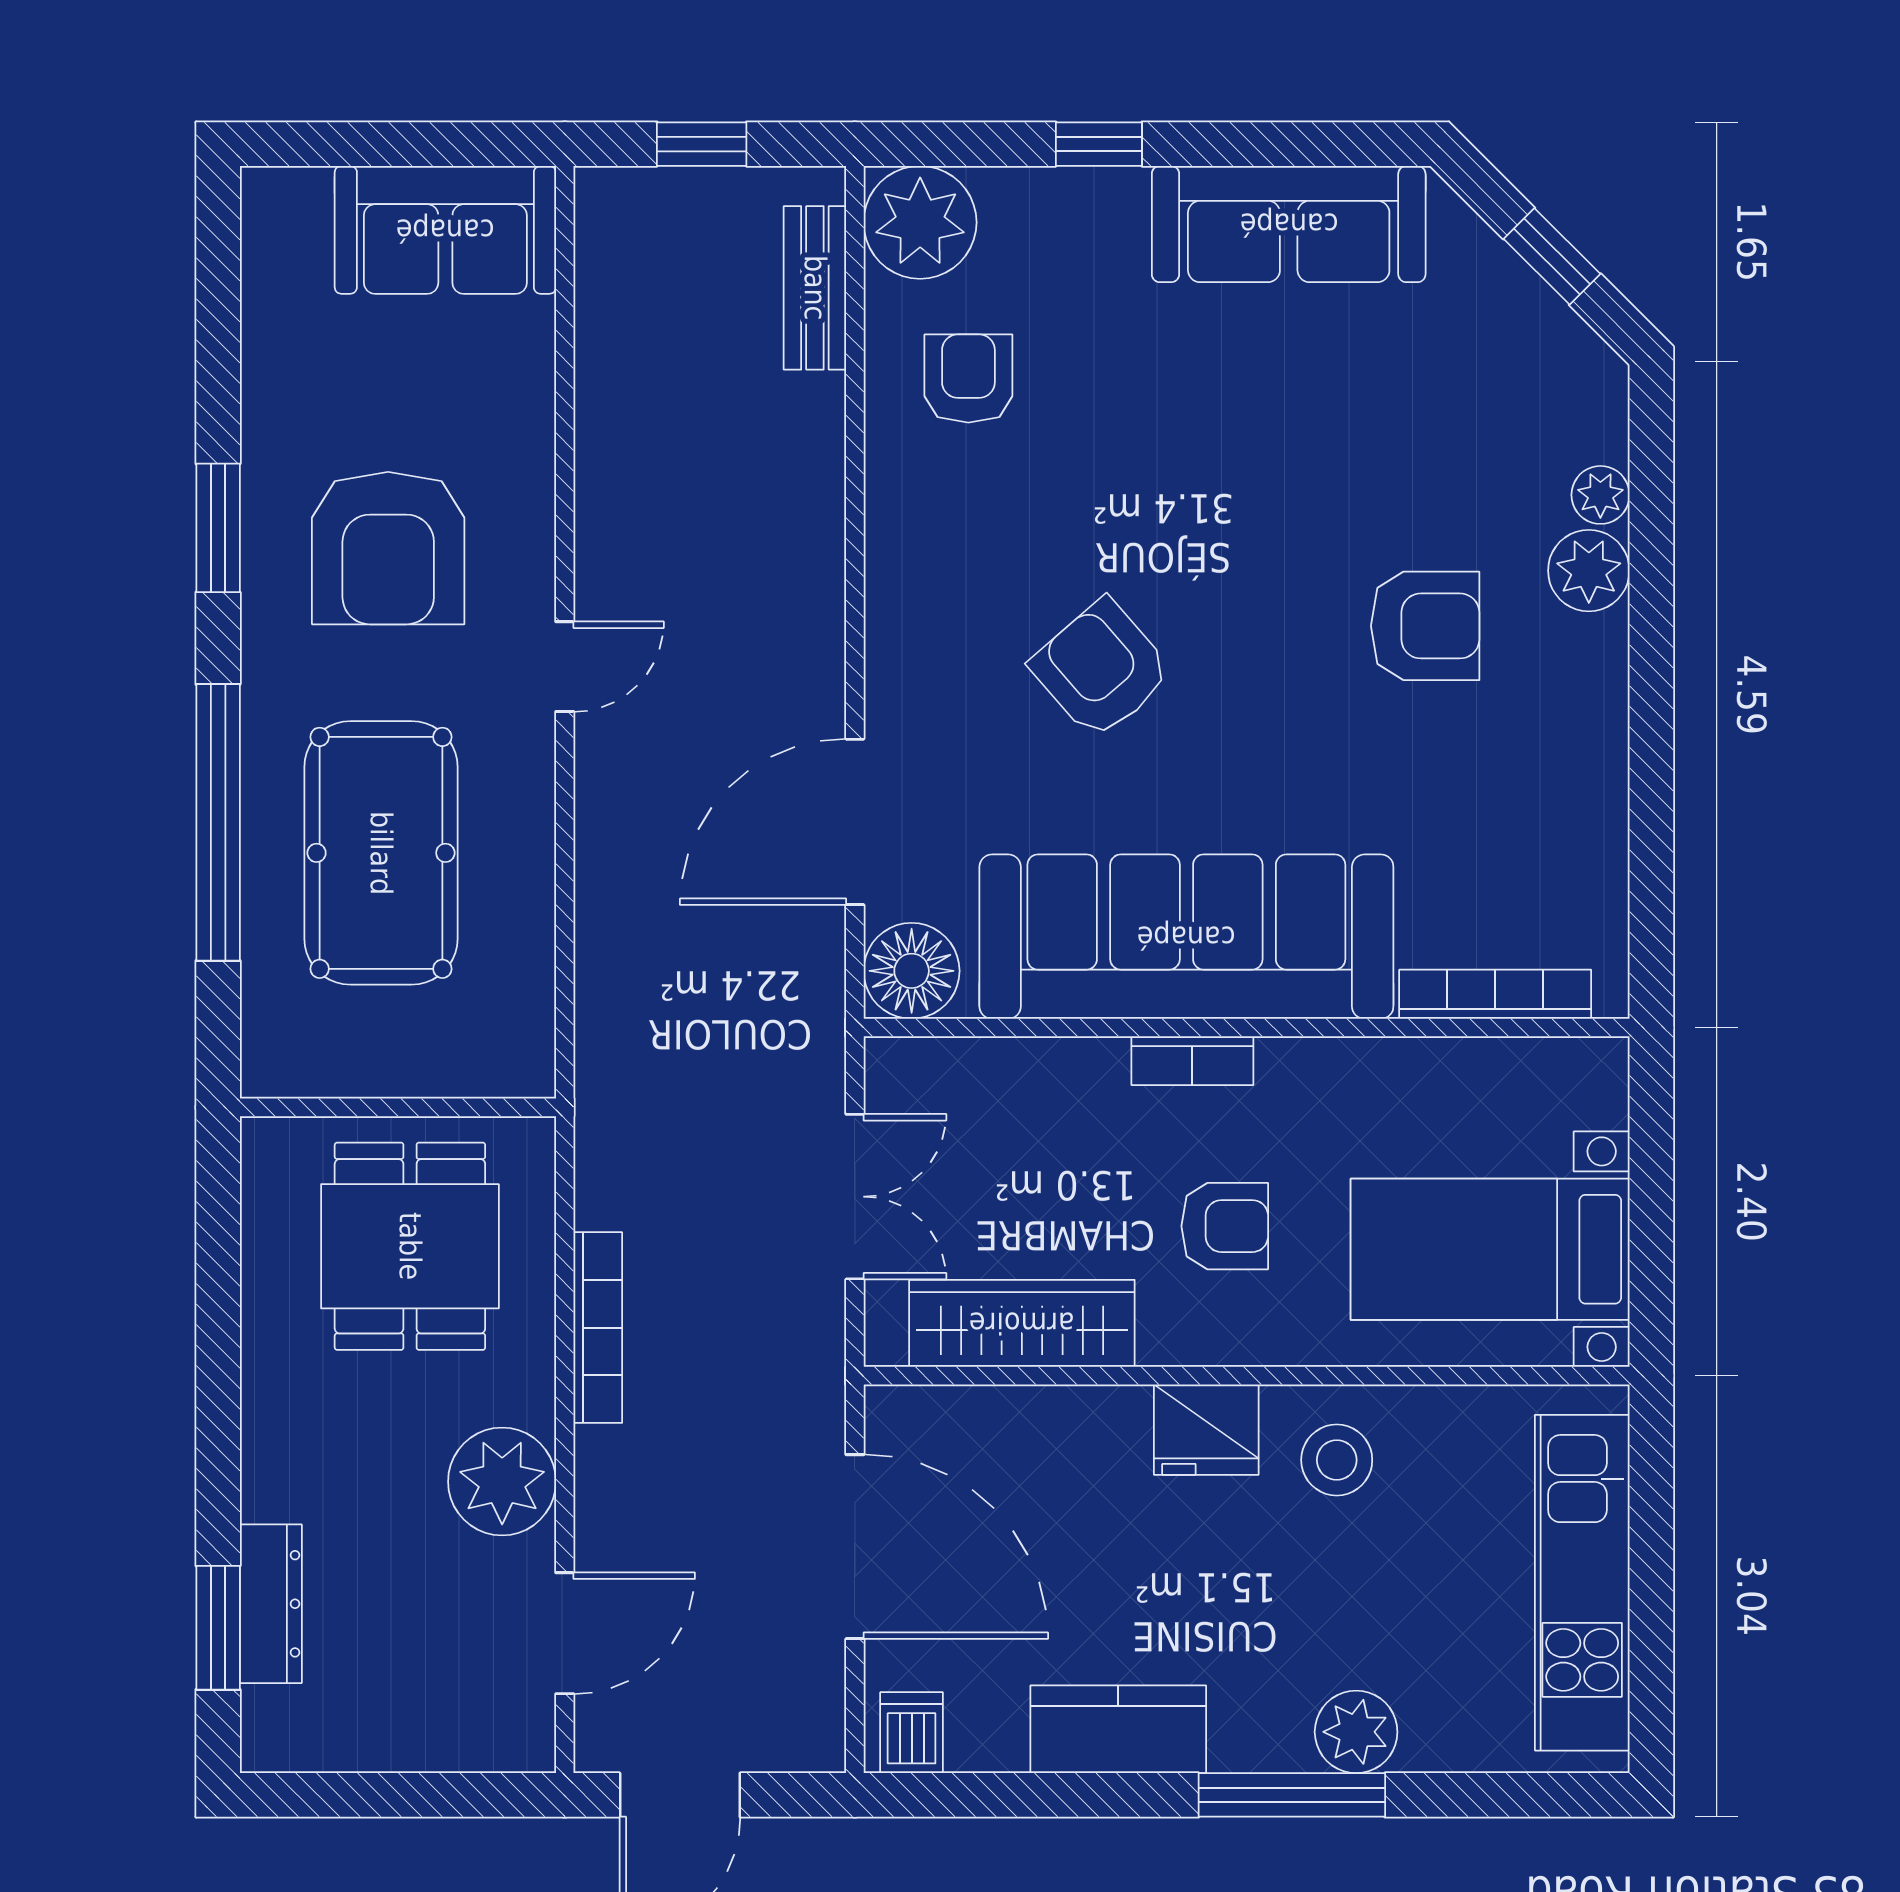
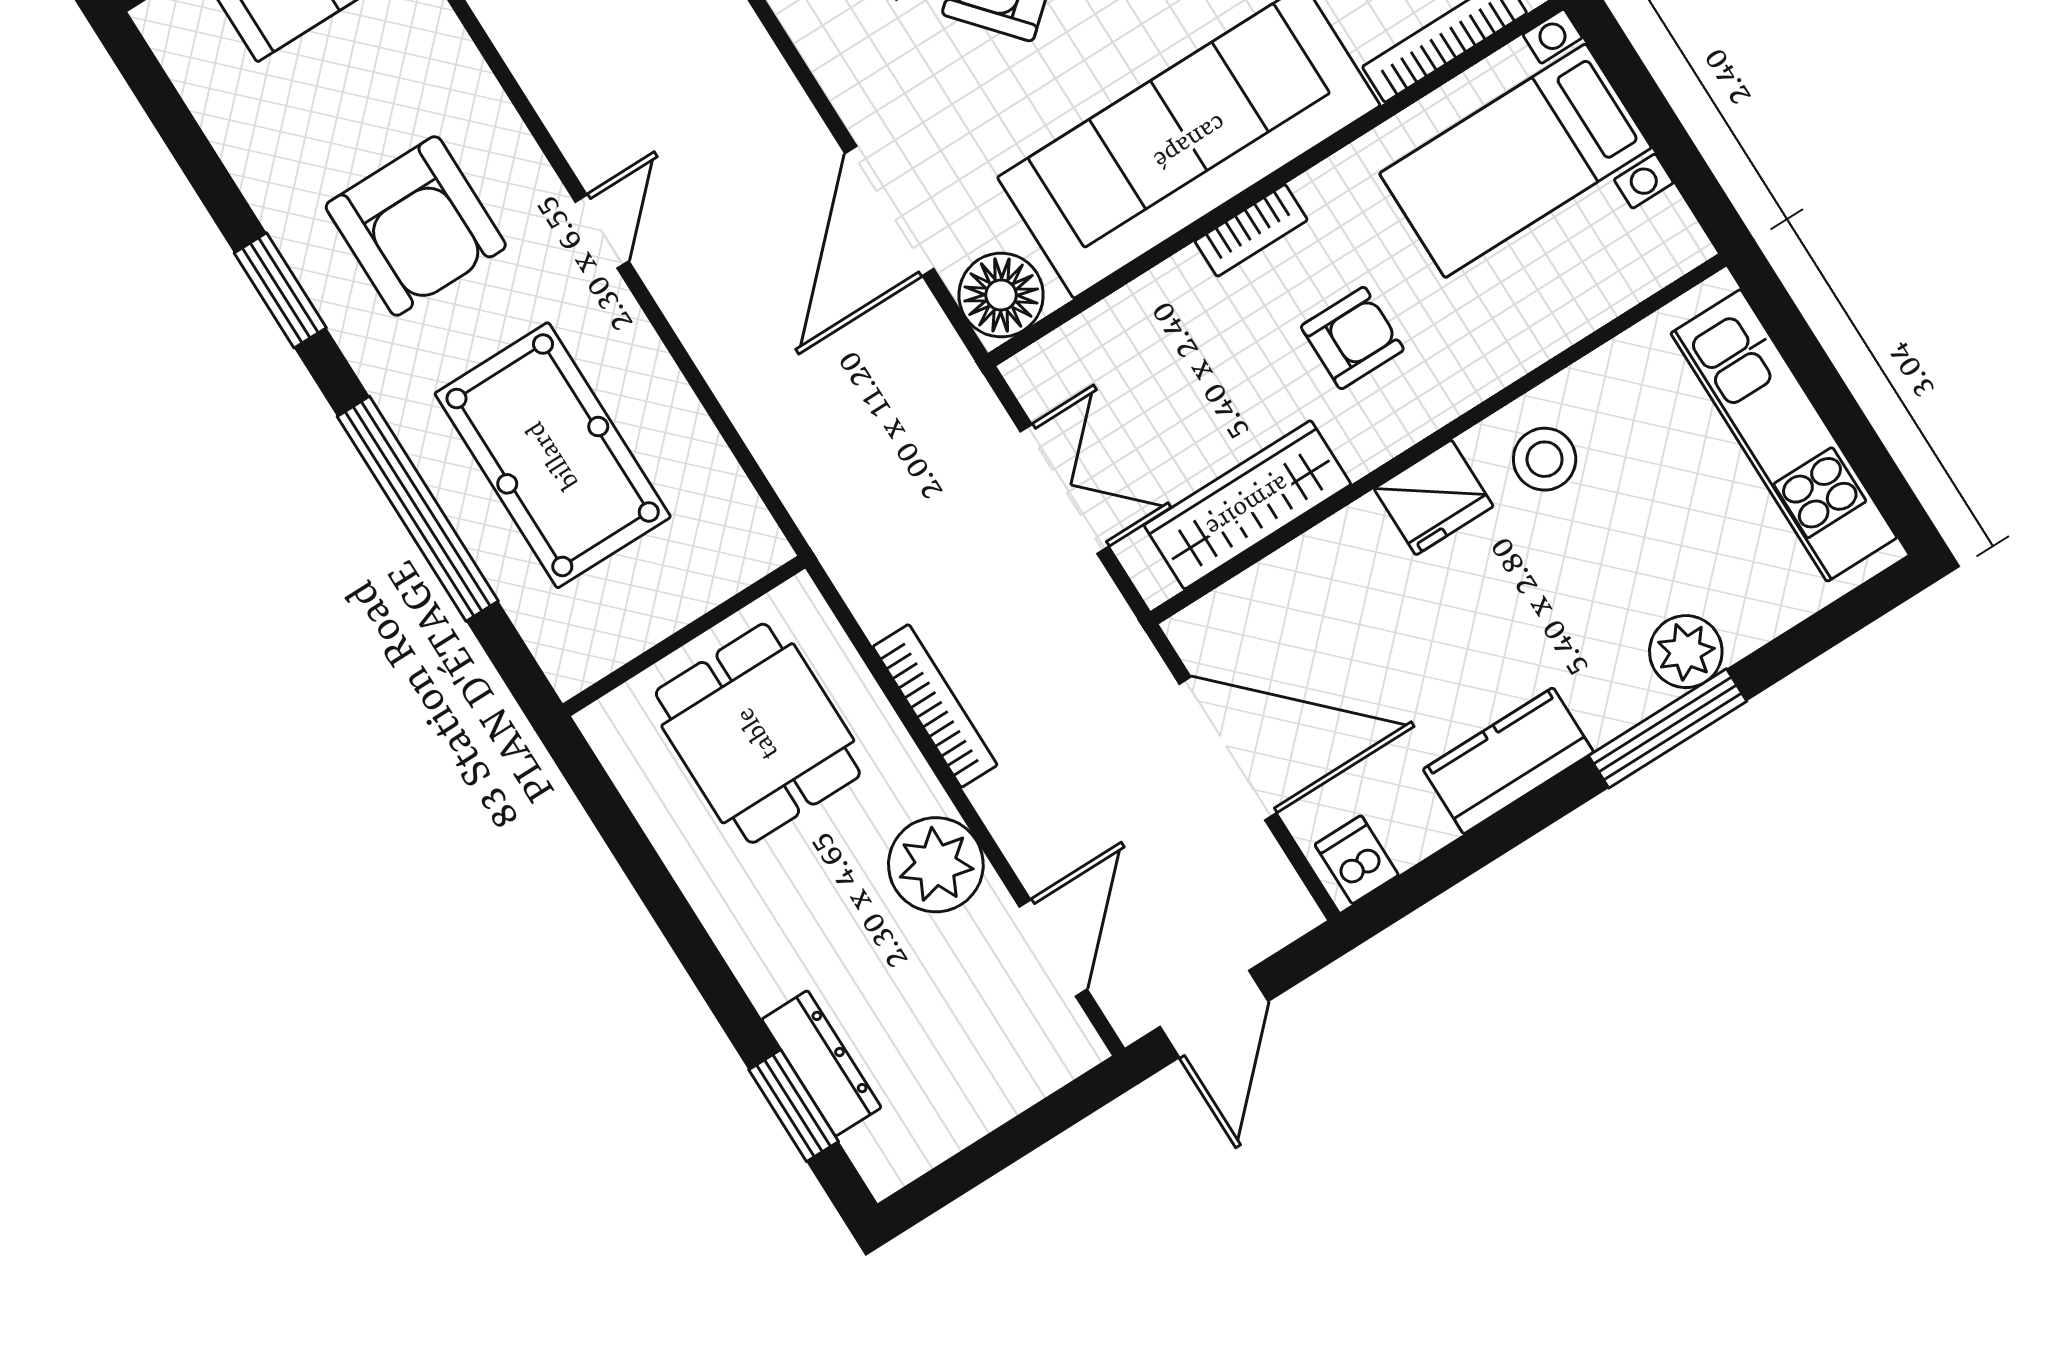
bed with nightstands: (1490, 1249) -> (1515, 161), moved

